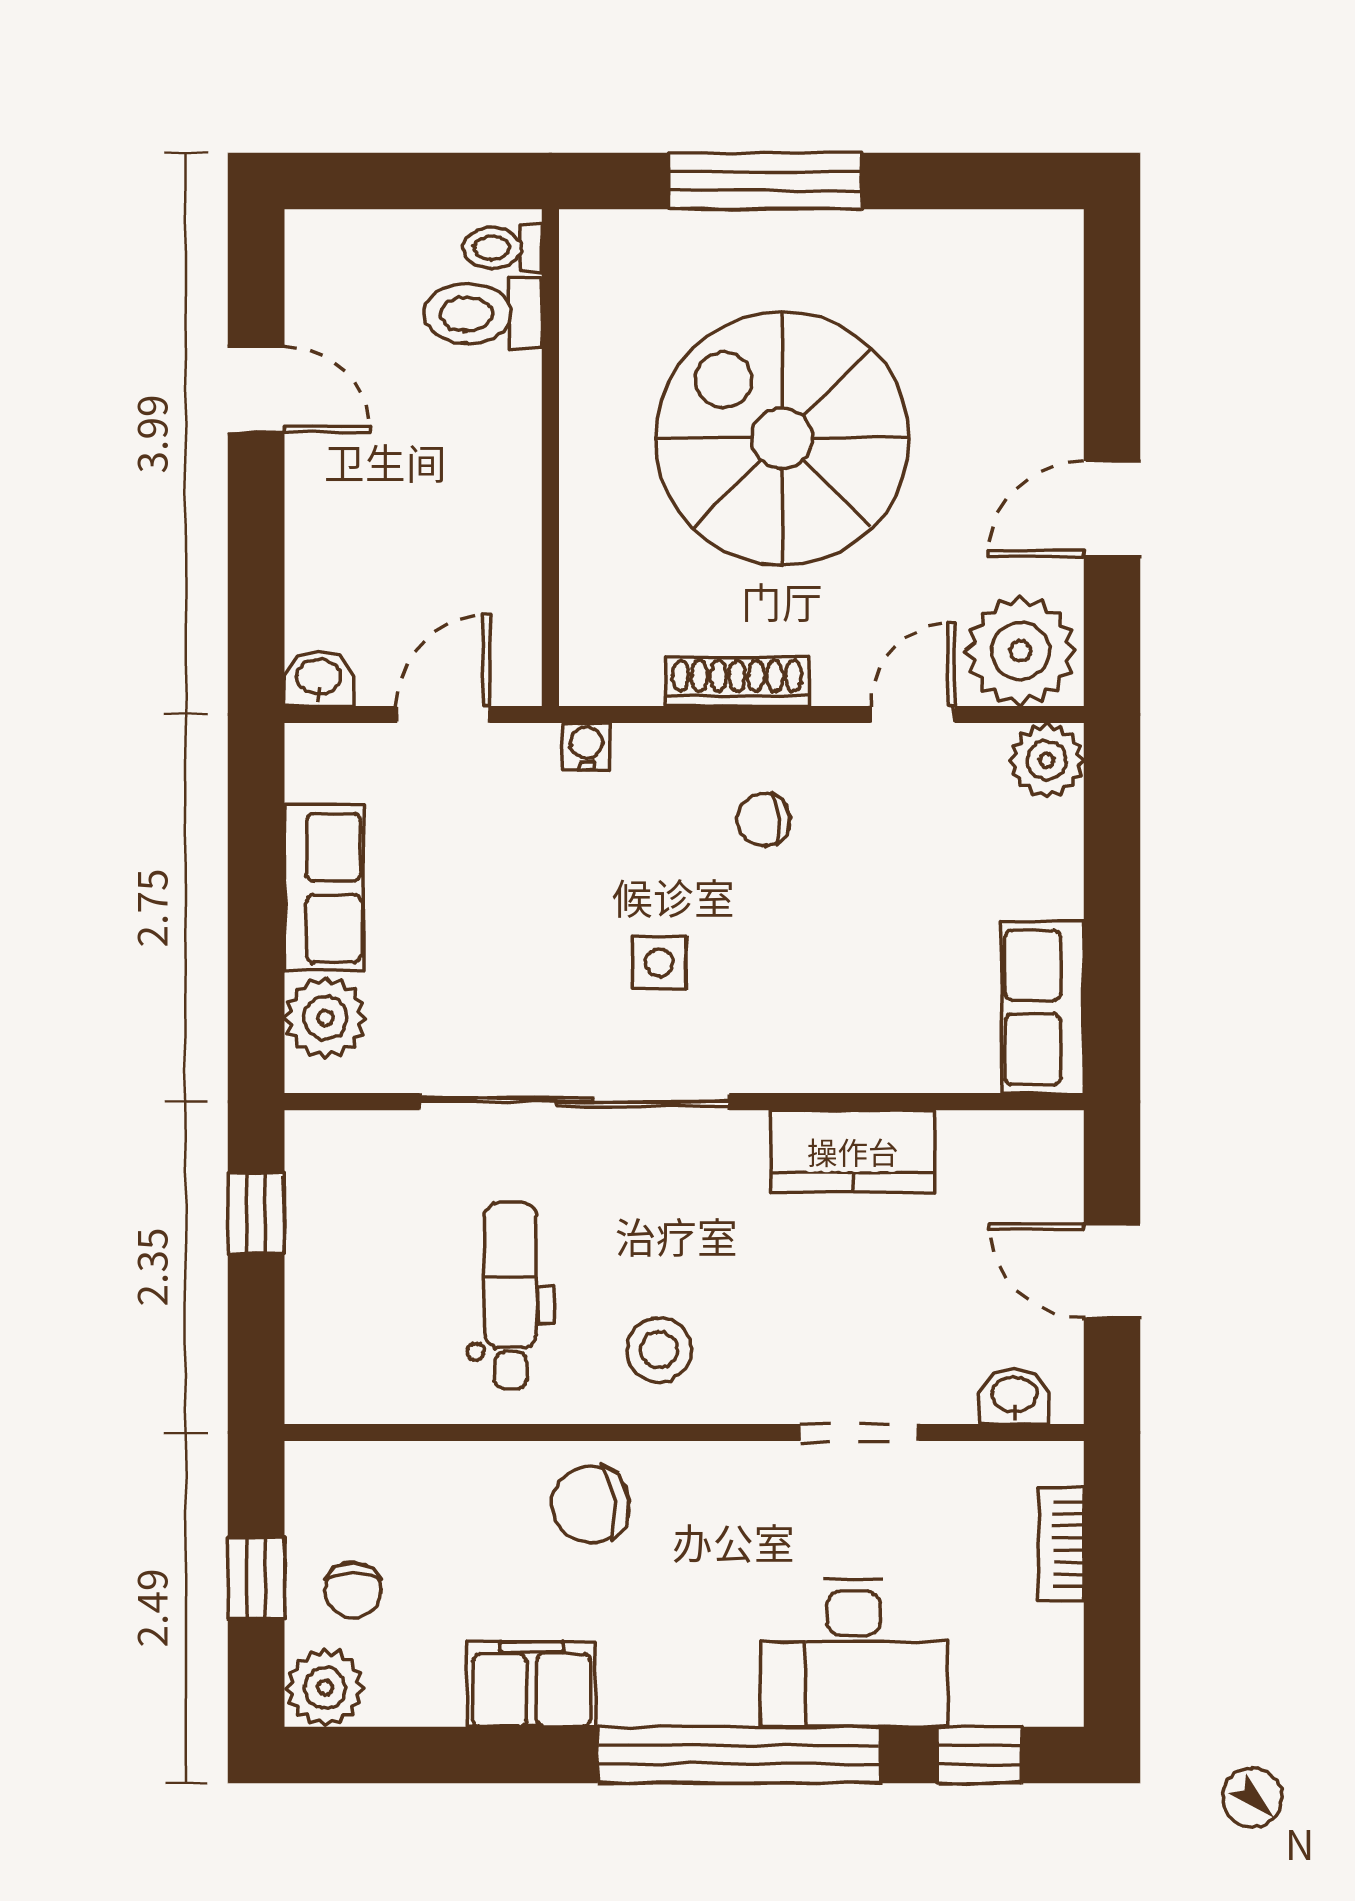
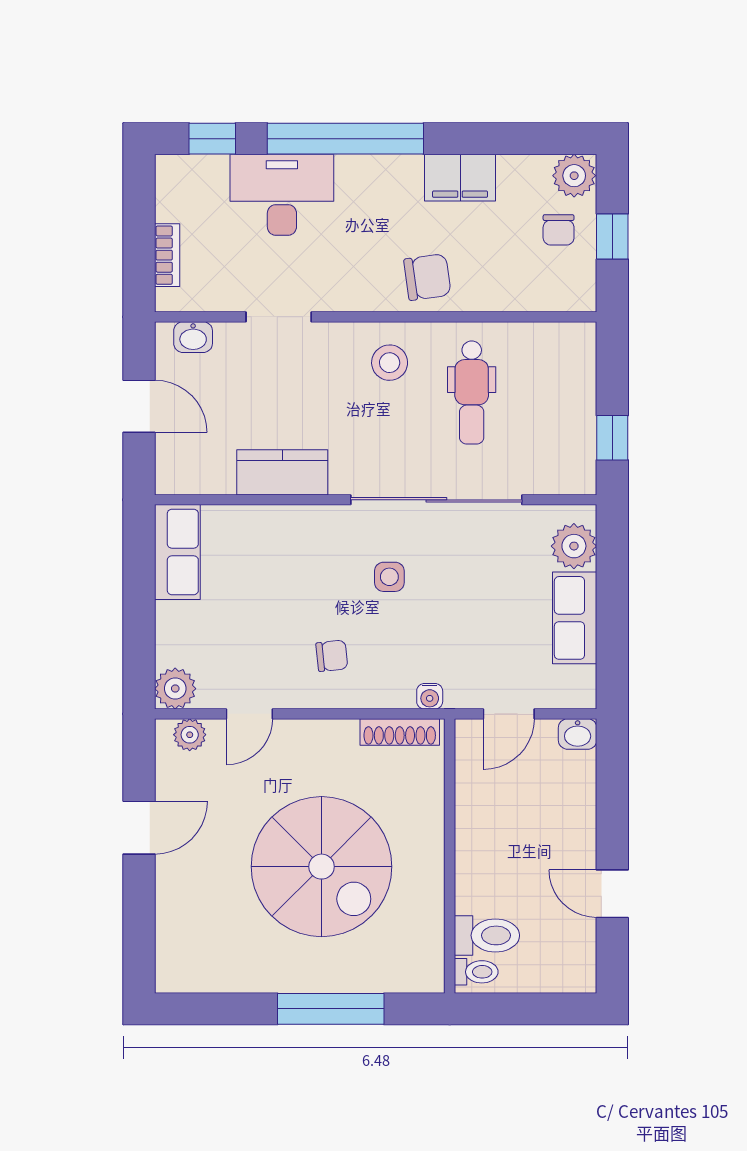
plant: (1020, 651) -> (190, 735), width x0.53, depth x0.53
shoe rack: (737, 682) -> (400, 732), moved
chair: (353, 1590) -> (559, 230), turned 180

